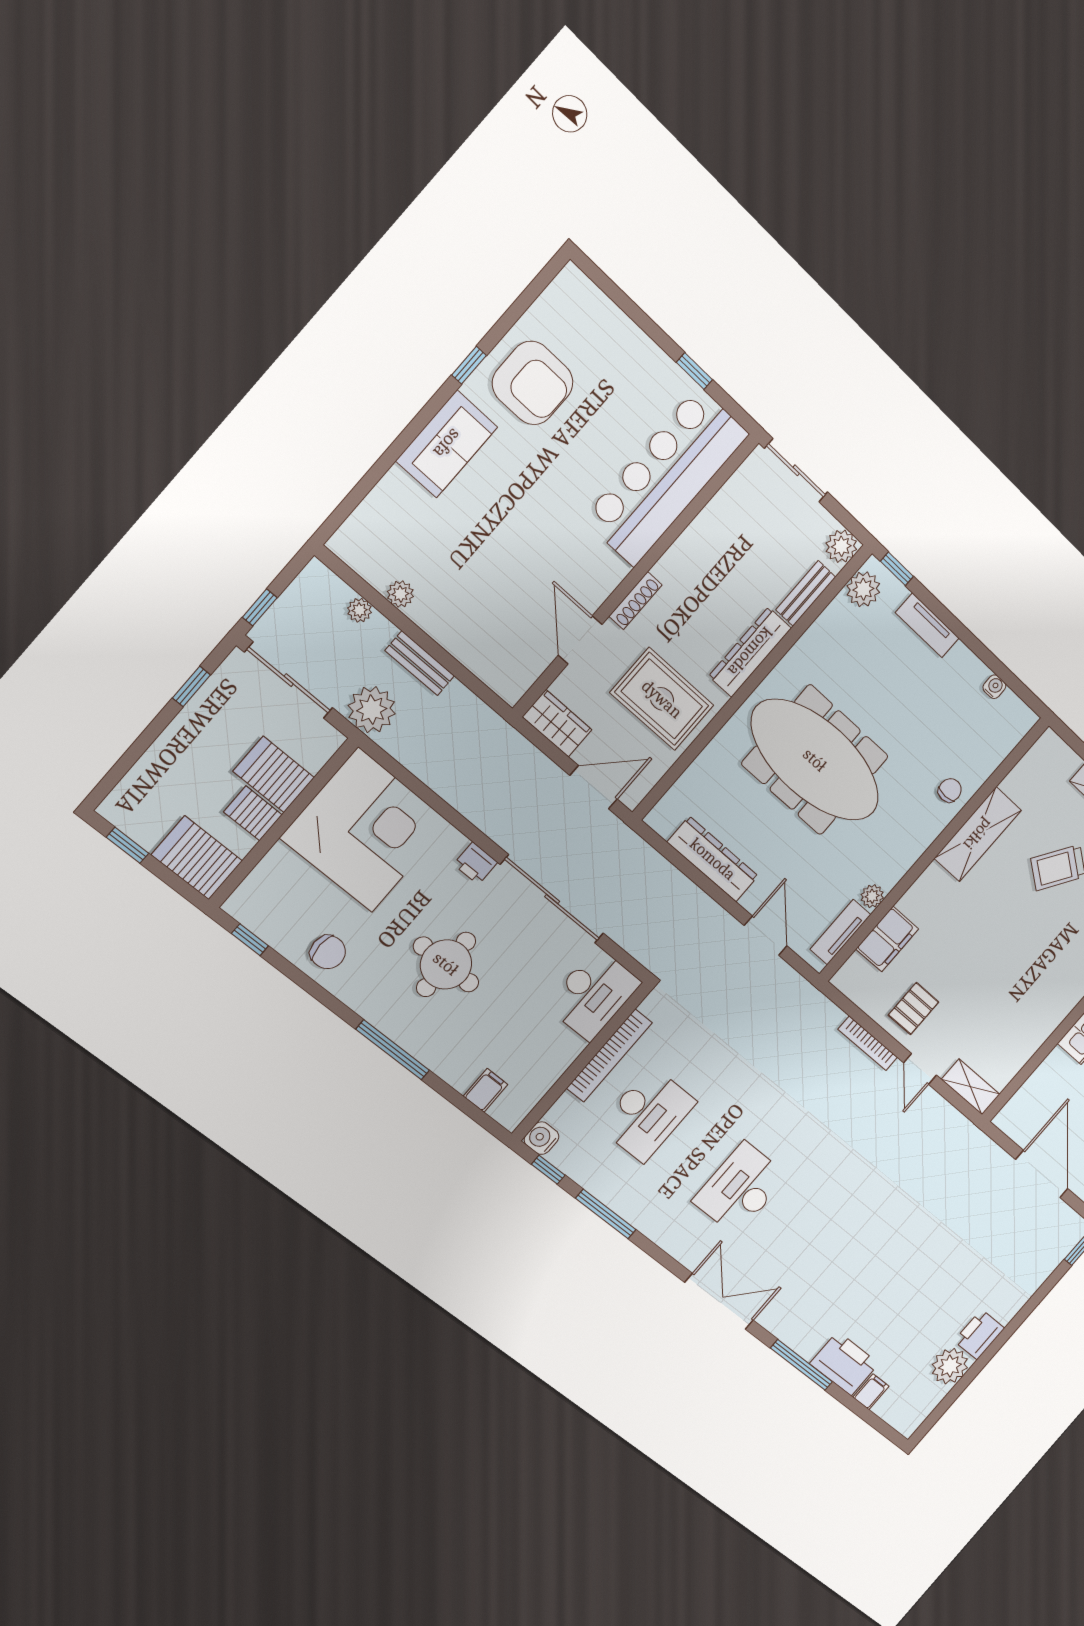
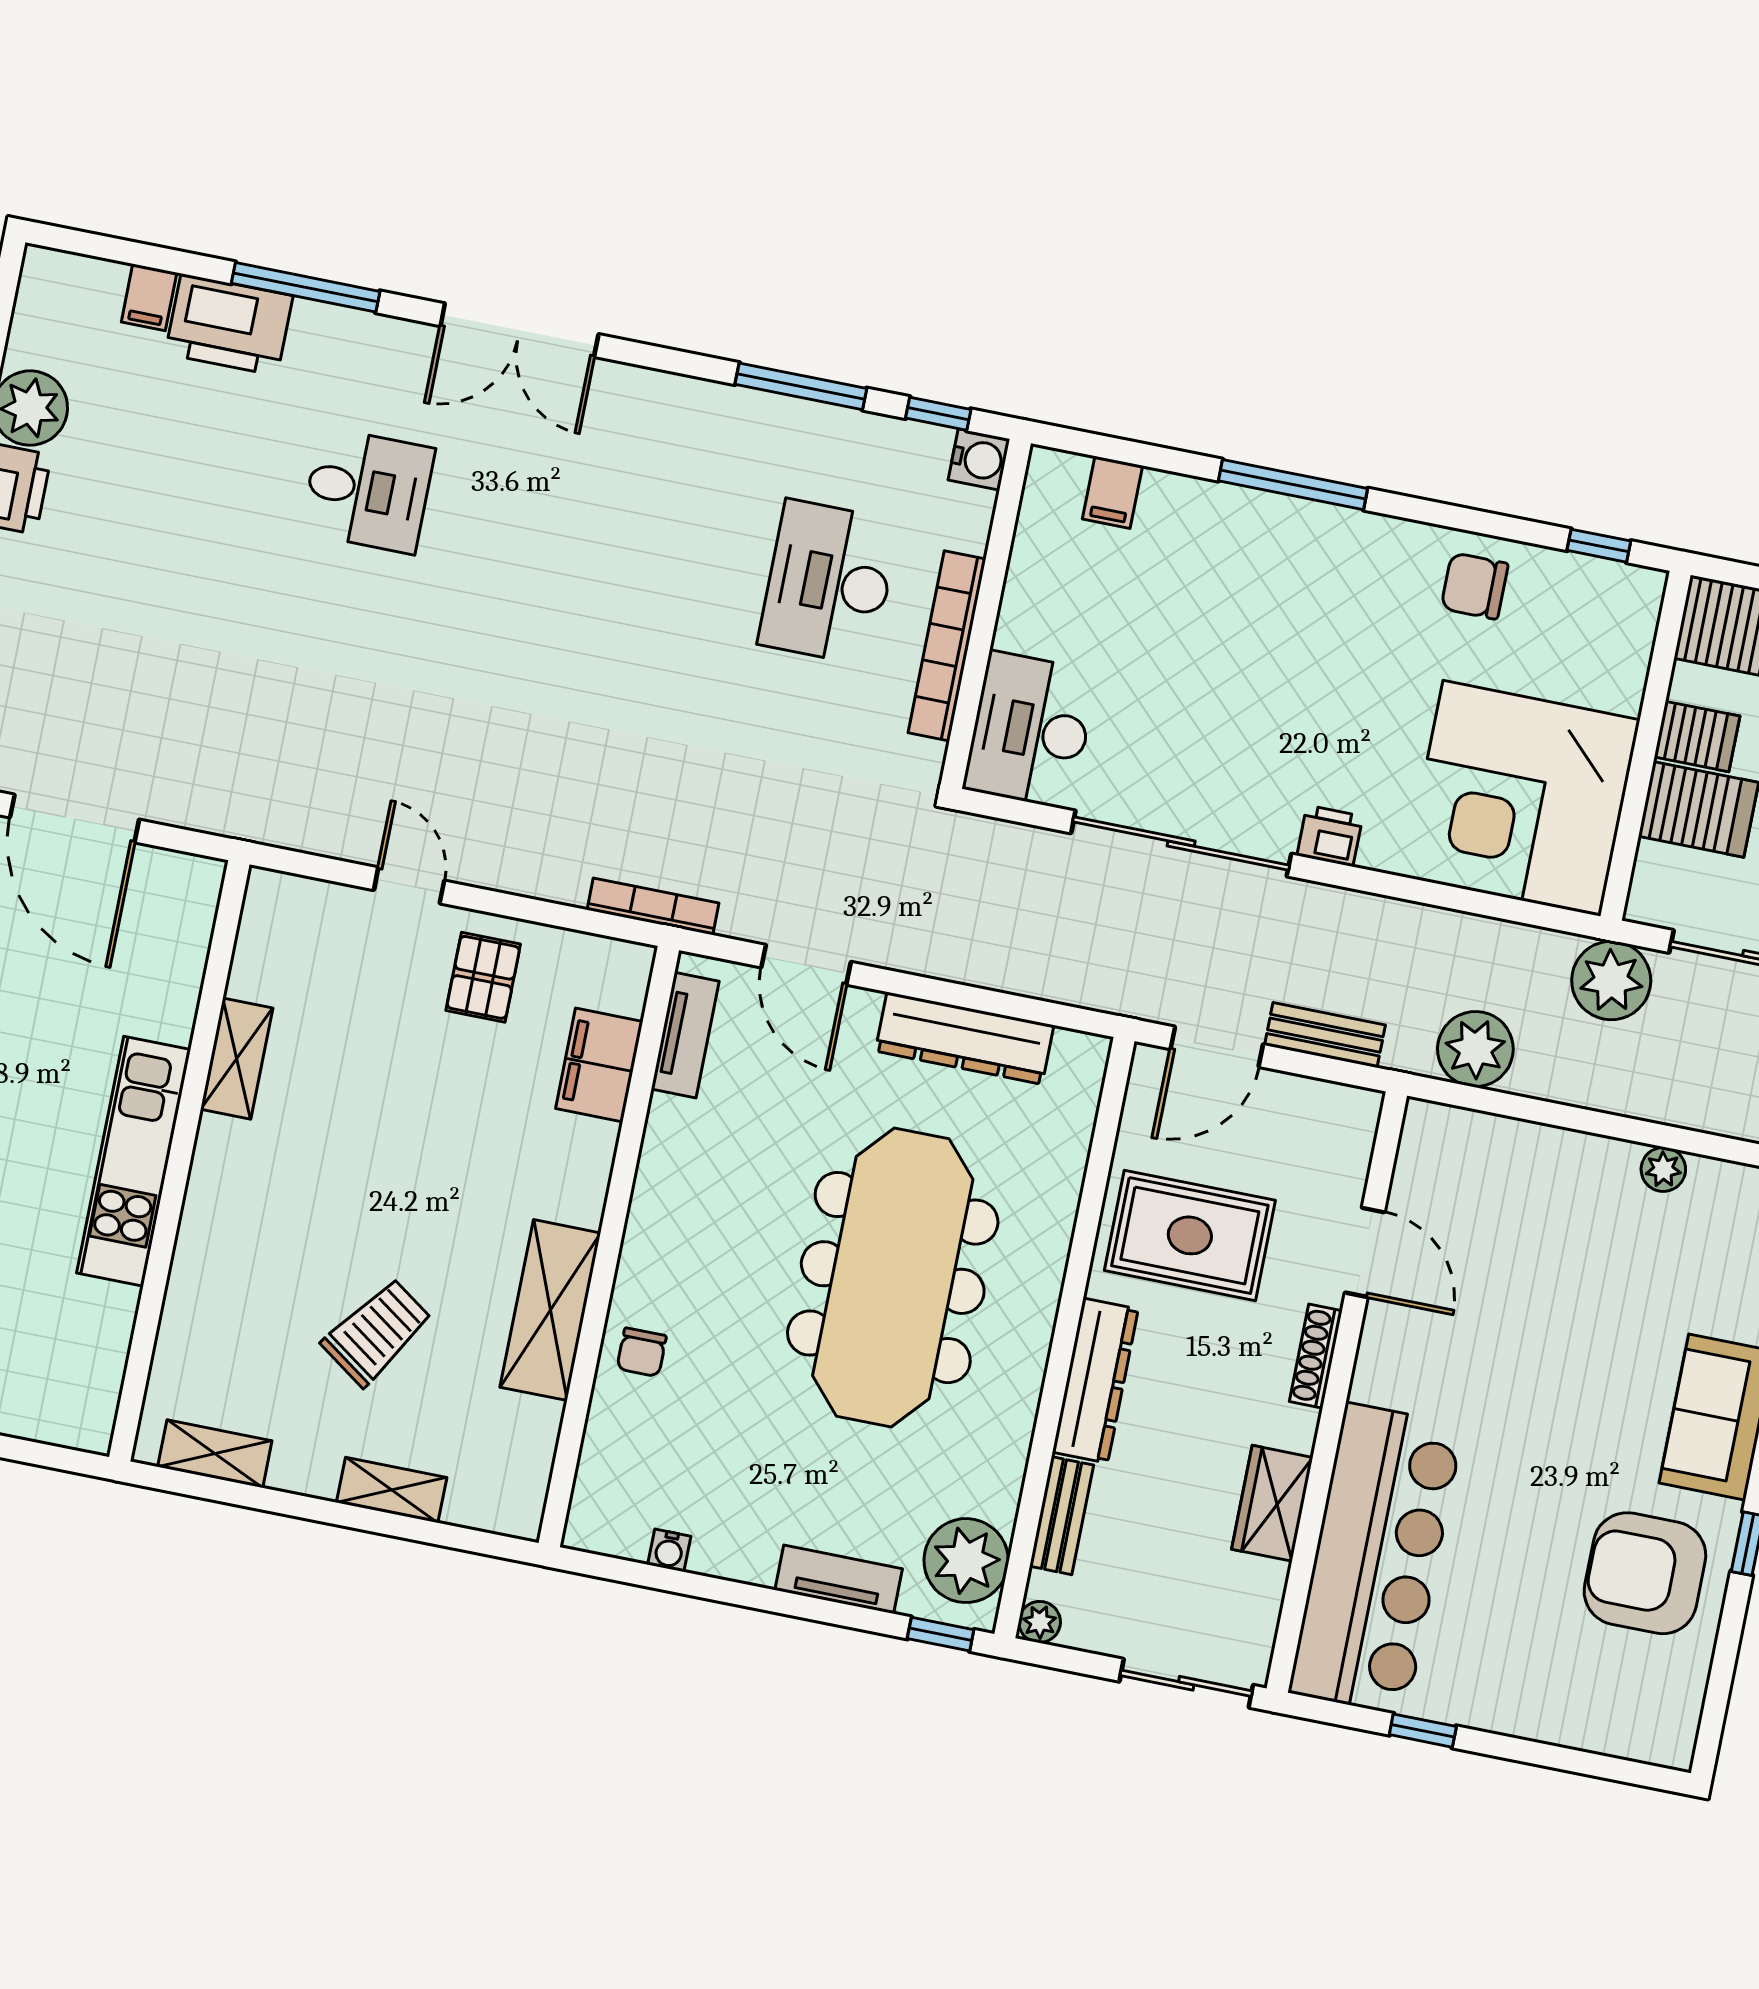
plant: (841, 546) -> (1040, 1622), width x0.73, depth x0.73
plant: (863, 589) -> (966, 1561), width x1.36, depth x1.36
plant: (360, 610) -> (1475, 1049), moved, width x1.88, depth x1.88
bench: (420, 663) -> (1325, 1035), moved
wardrobe: (557, 723) -> (1272, 1503), moved, turned 90
meeting table: (815, 760) -> (893, 1278), turned 90
plant: (872, 896) -> (667, 1119), removed
round table: (446, 964) -> (1286, 658), removed
bookcase: (868, 1043) -> (653, 906), moved
shelving: (971, 1087) -> (237, 1059), moved, turned 90
desk: (740, 1189) -> (368, 490), moved, width x0.73

